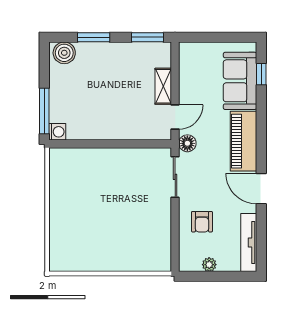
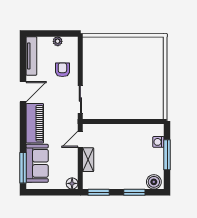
window: (261, 74) -> (23, 168), width x2.17
window: (44, 111) -> (167, 155), moved
washing machine: (57, 132) -> (158, 142), moved
floor lamp: (187, 143) -> (72, 183), moved
door: (261, 189) -> (23, 92), hinge flipped

